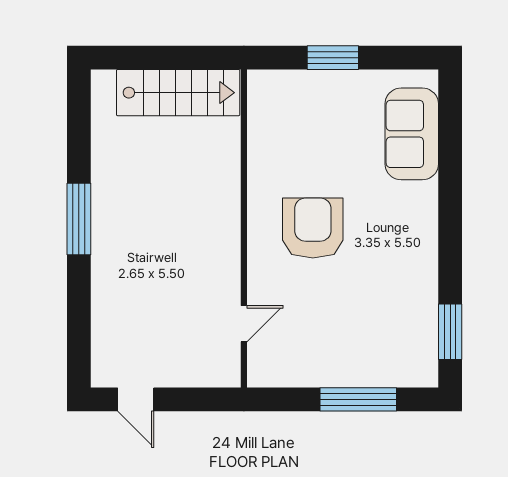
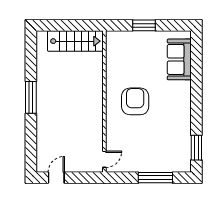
door: (244, 324) -> (104, 159), moved
door: (136, 399) -> (56, 178), swing flipped

